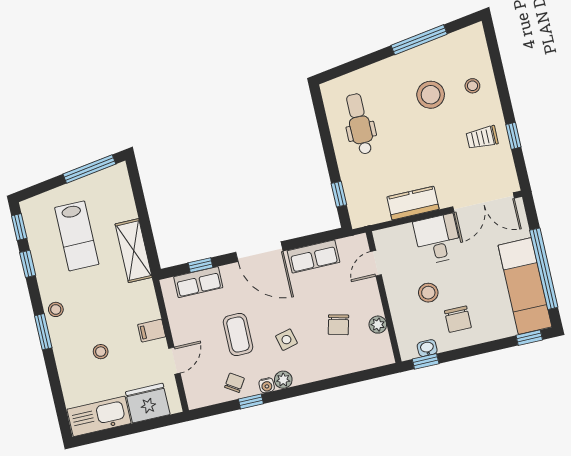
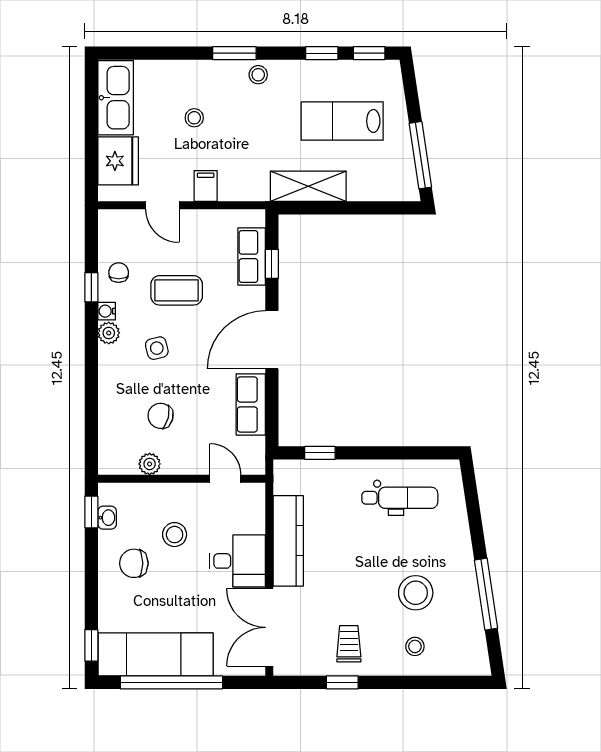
kitchen counter: (413, 203) -> (288, 541), width x1.50
chair: (235, 383) -> (119, 273), turned -123

